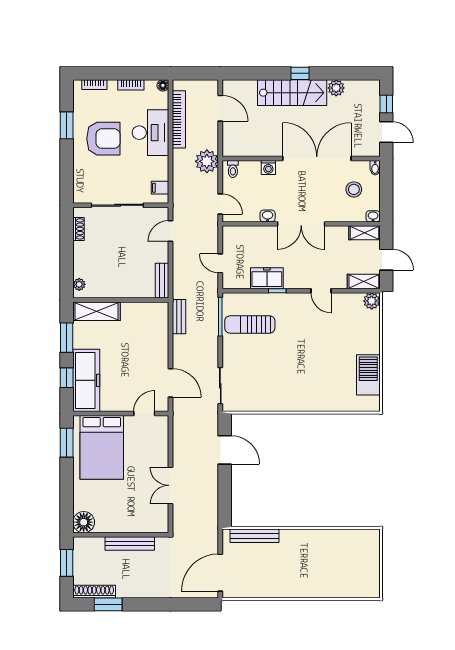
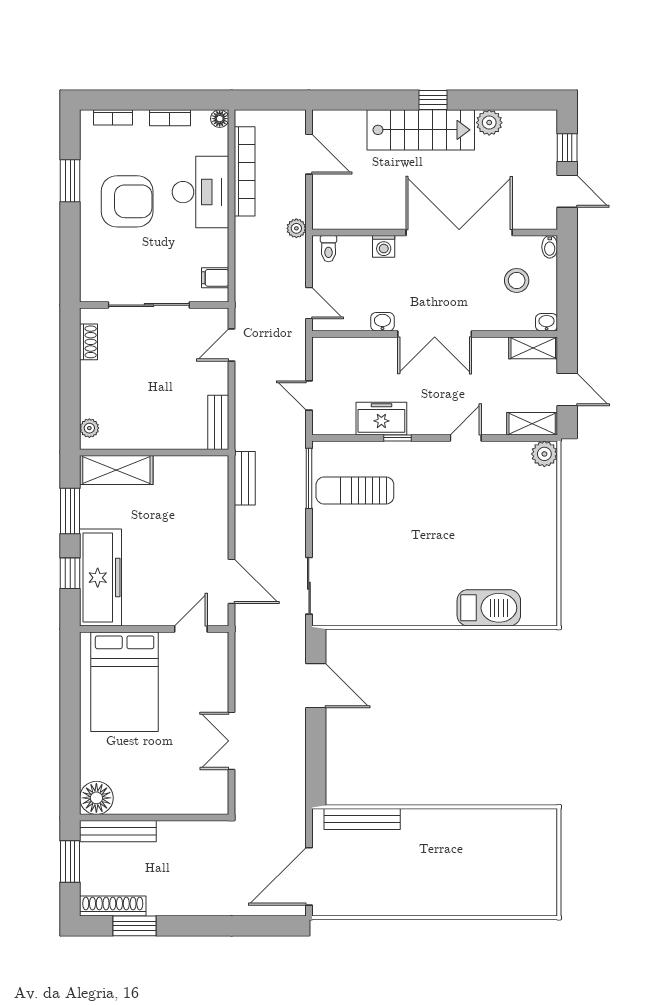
plant: (207, 161) -> (296, 228), width x0.53, depth x0.53
door: (321, 291) -> (466, 438), swing flipped
barbecue: (368, 375) -> (489, 608), moved, turned 90
window: (67, 443) -> (70, 674), removed
bench: (130, 543) -> (118, 831), moved

